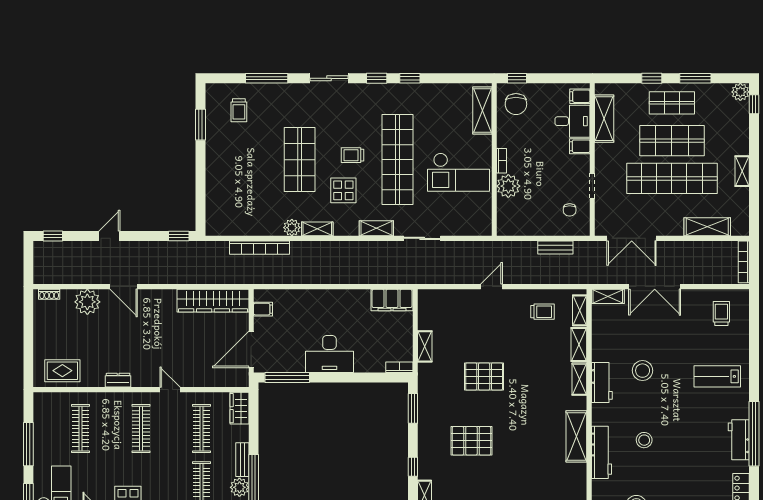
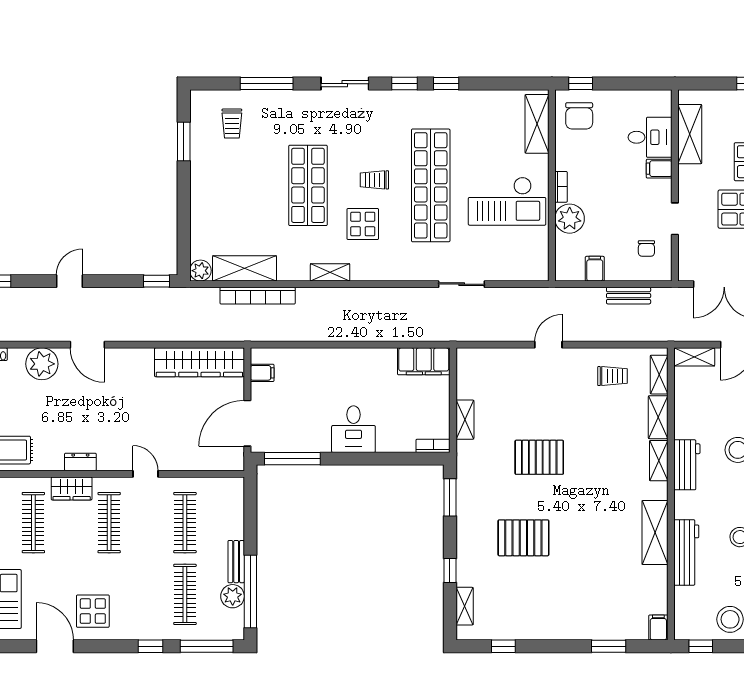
filing cabinet: (580, 96) -> (595, 269), moved, turned 90
plant: (292, 228) -> (200, 271), moved
shelving: (376, 228) -> (245, 268), moved, width x1.50, depth x1.33
desk: (329, 354) -> (353, 429), width x0.73
wardrobe: (239, 408) -> (72, 489), moved, turned -90

